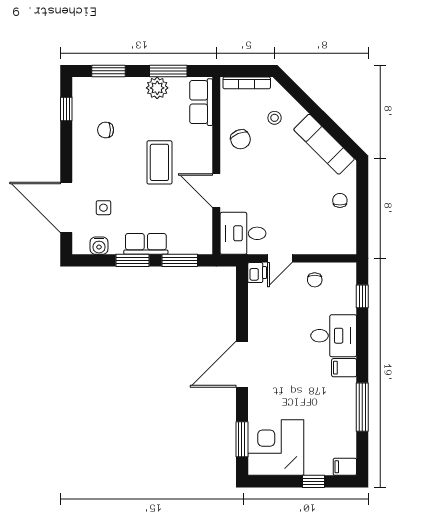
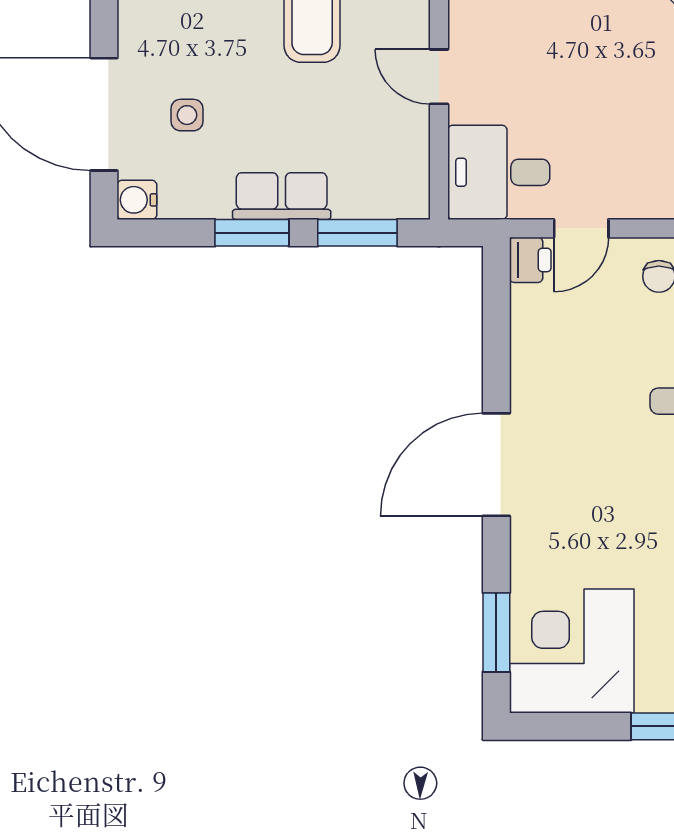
door: (216, 191) -> (439, 77), width x0.73
water cooler: (99, 246) -> (137, 200), moved, turned 90

